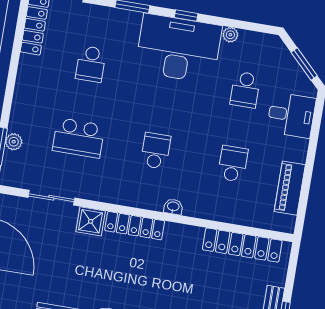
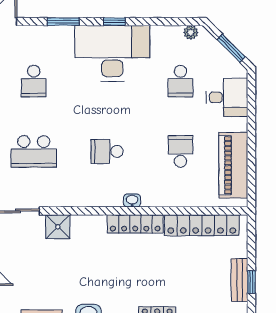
plant: (230, 35) -> (191, 32), moved
school desk: (156, 151) -> (107, 151), turned -90
piano: (290, 188) -> (233, 165), width x1.37, depth x1.33
locker: (135, 226) -> (135, 224), moved

